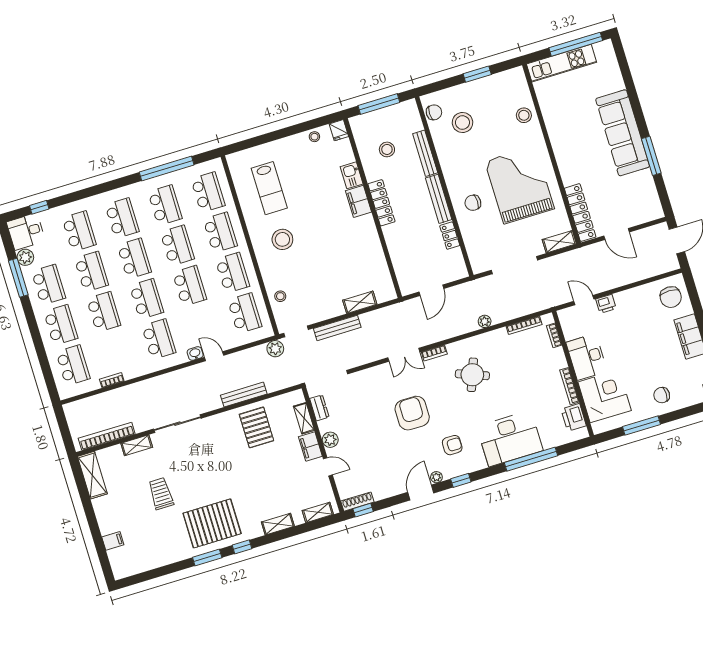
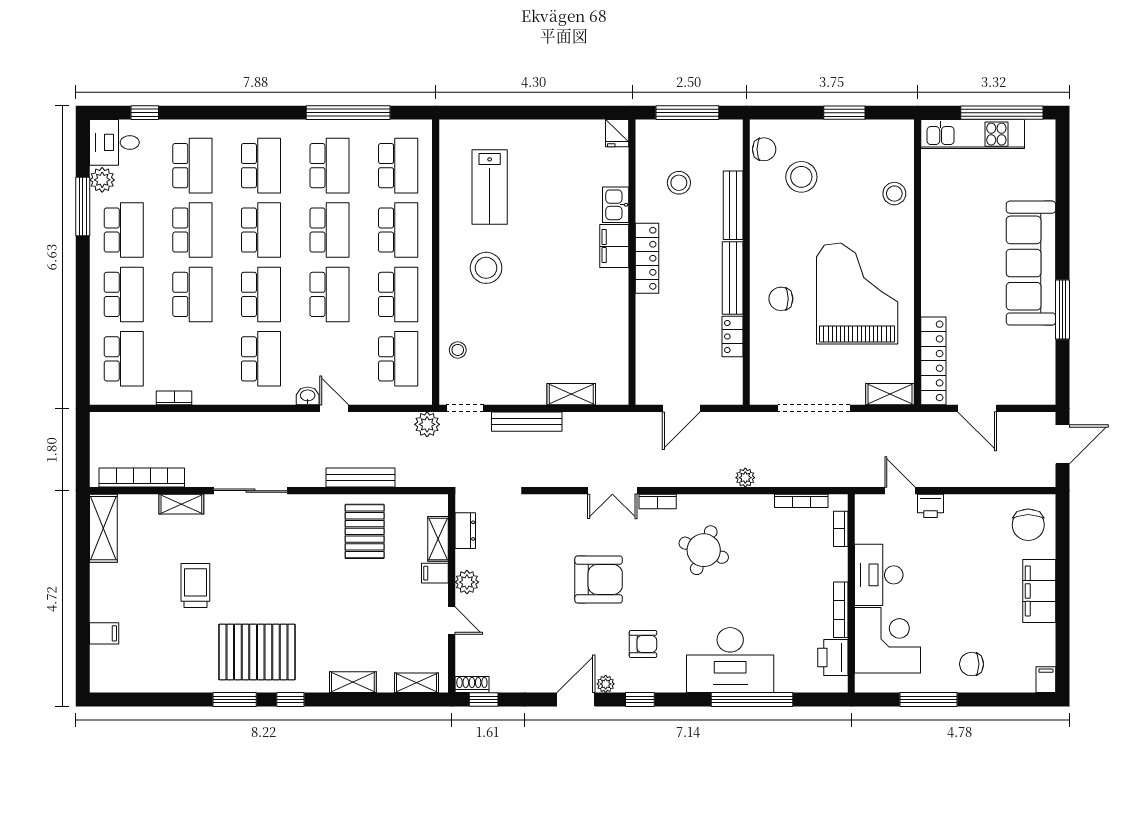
stool: (314, 137) -> (579, 132), removed
armchair: (412, 413) -> (599, 579), turned 90
filing cabinet: (310, 446) -> (435, 573), width x0.50
shoe rack: (357, 502) -> (472, 684), width x0.70

